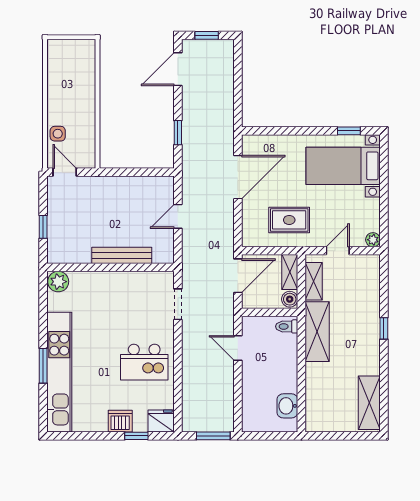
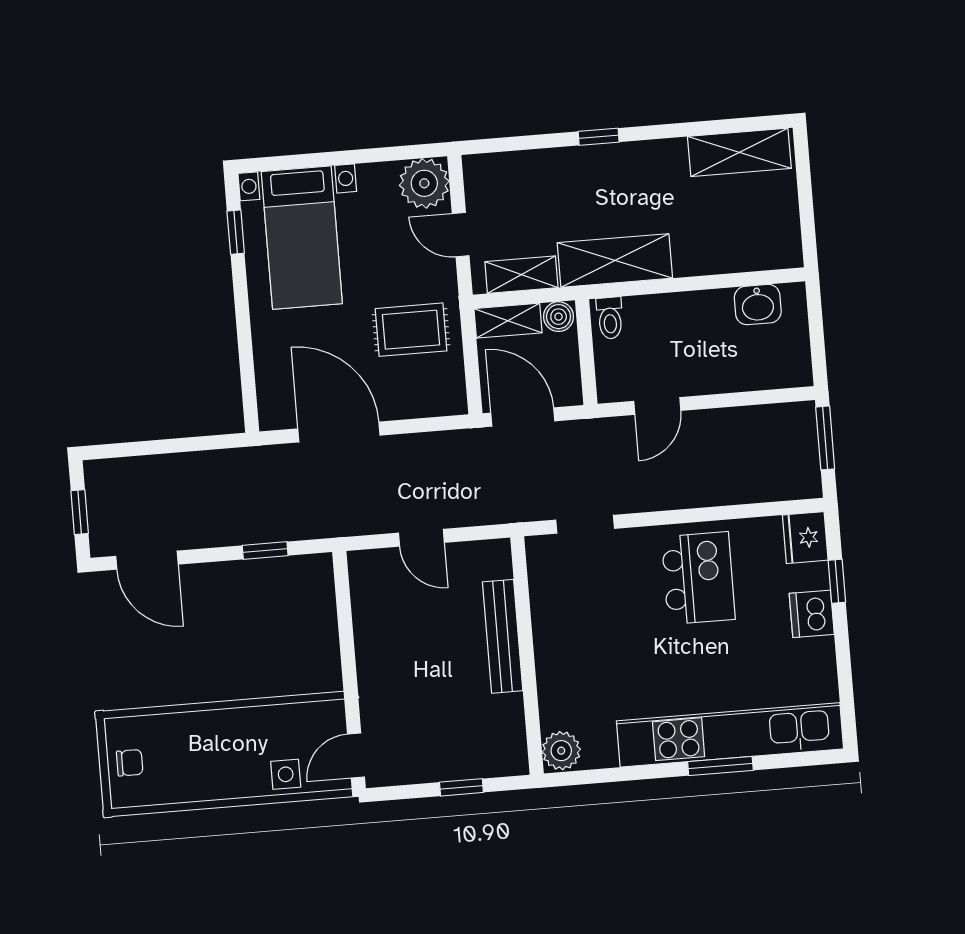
chair: (71, 51) -> (130, 763), added
rug: (289, 220) -> (411, 330), turned 90
plant: (373, 240) -> (424, 183), width x1.88, depth x1.88

